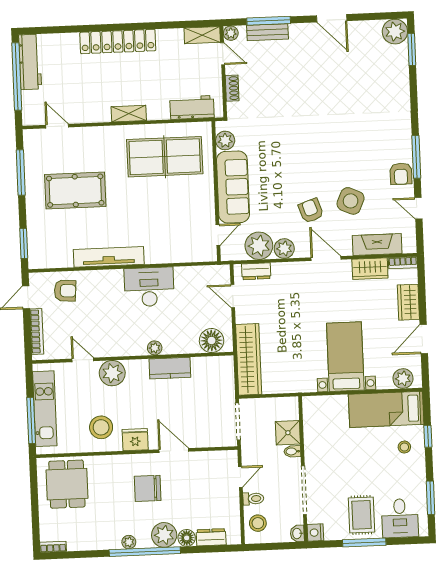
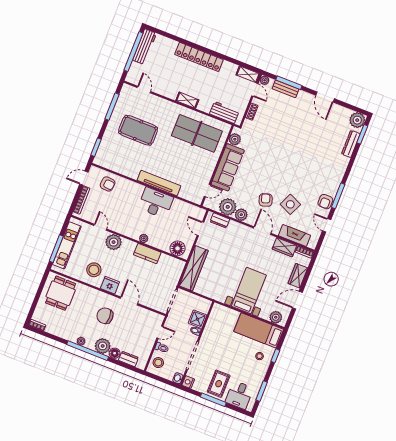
dresser: (401, 71) -> (351, 144), added
tv unit: (109, 257) -> (159, 183), moved

